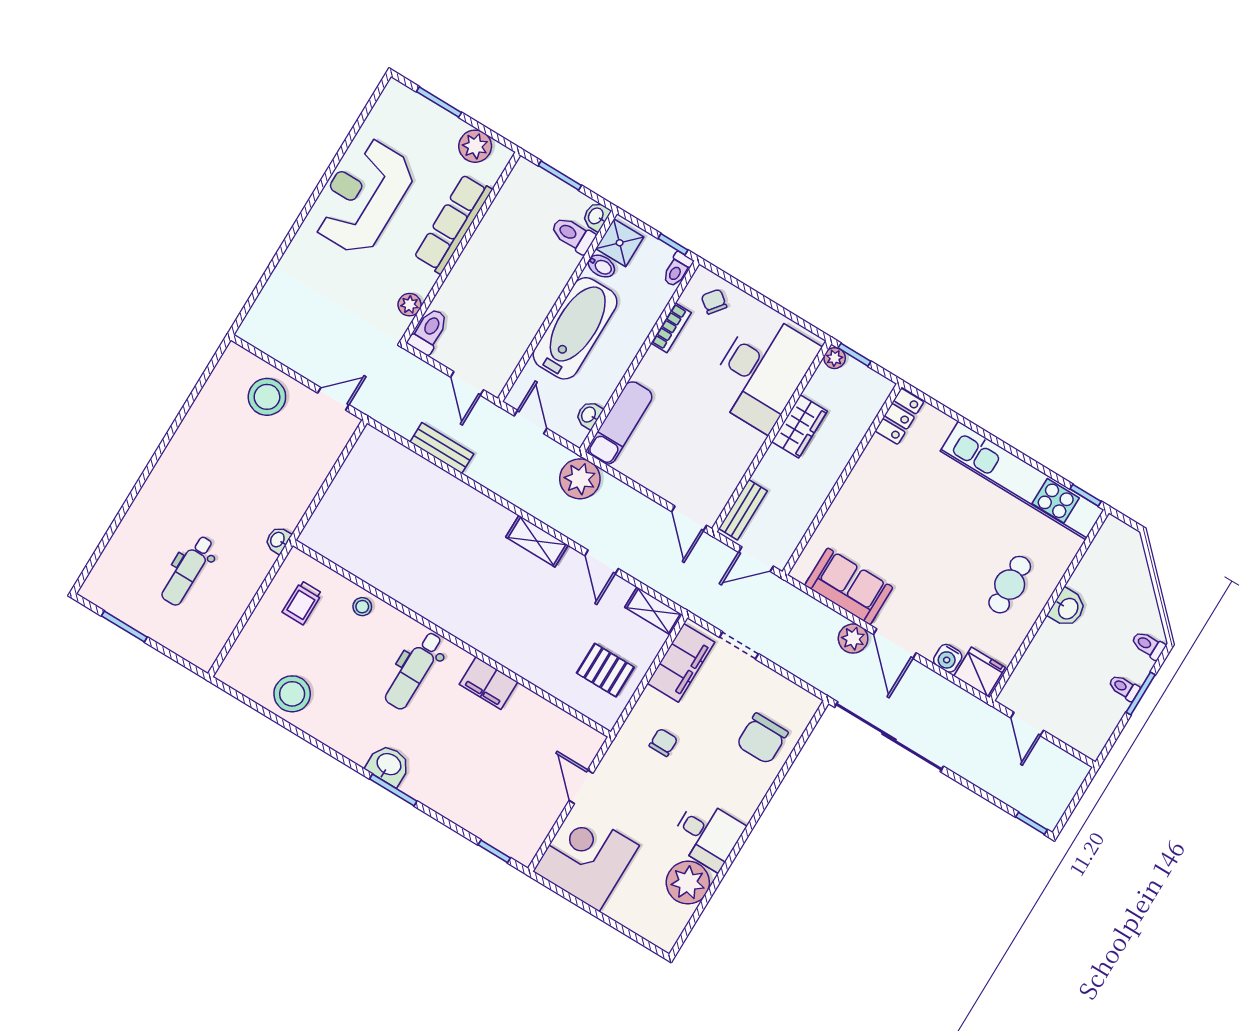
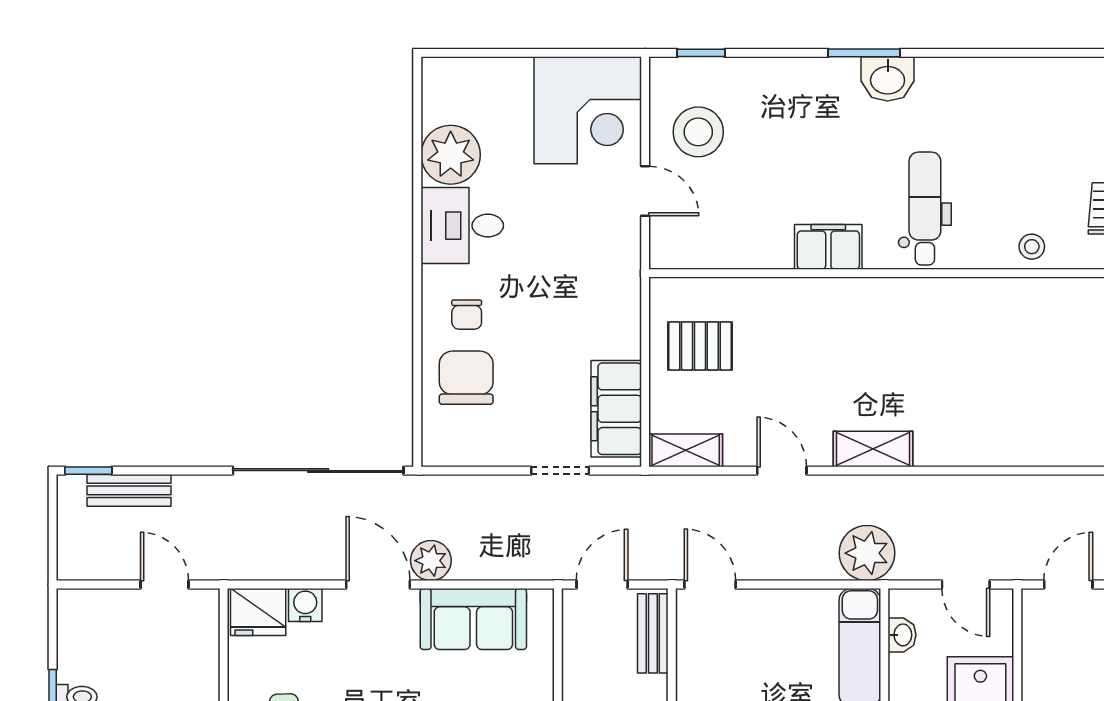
door: (467, 383) -> (1068, 585), hinge flipped
bench: (442, 448) -> (129, 490), moved
stool: (292, 694) -> (698, 132), moved
chair: (663, 742) -> (467, 315), moved

